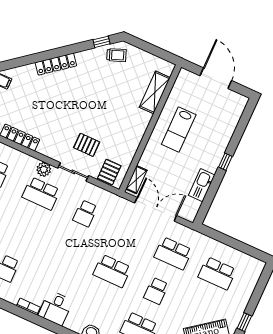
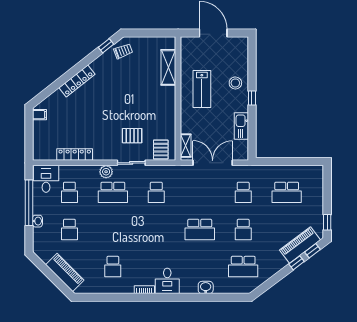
stool: (215, 139) -> (235, 83), added
school desk: (173, 253) -> (243, 192), width x0.54

